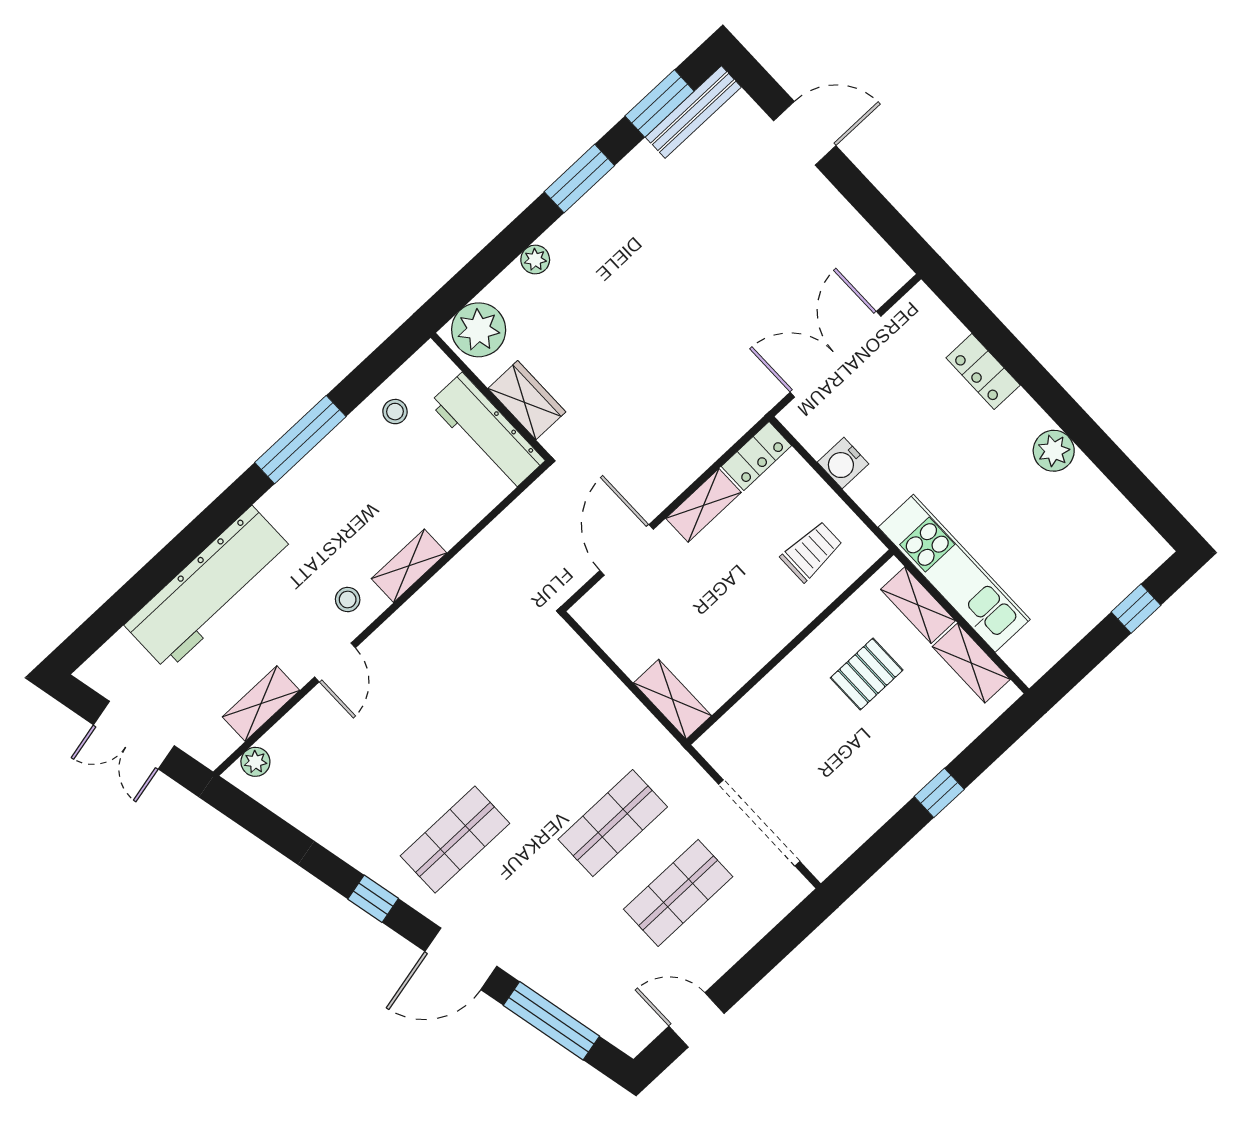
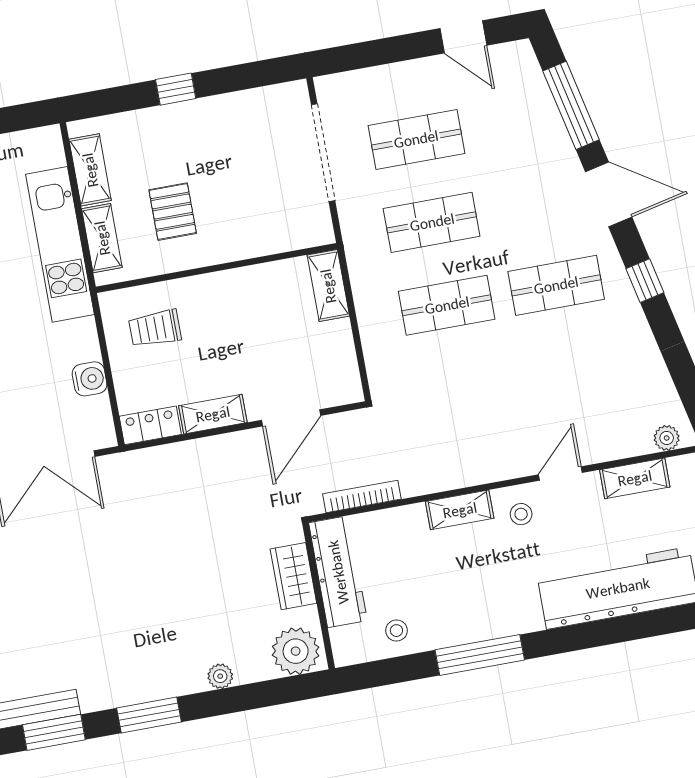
bookcase: (511, 518) -> (362, 496), added
pallet: (867, 674) -> (173, 212), turned 90
shop shelf: (547, 753) -> (447, 305), added

